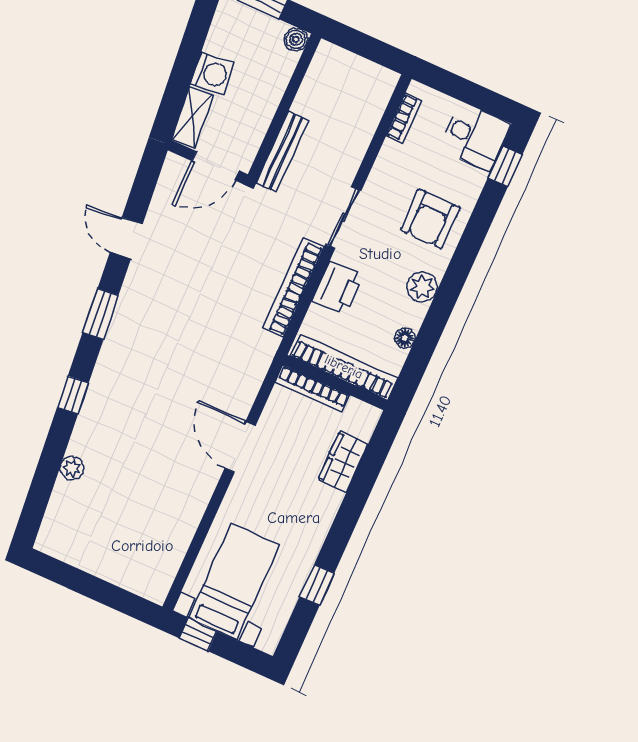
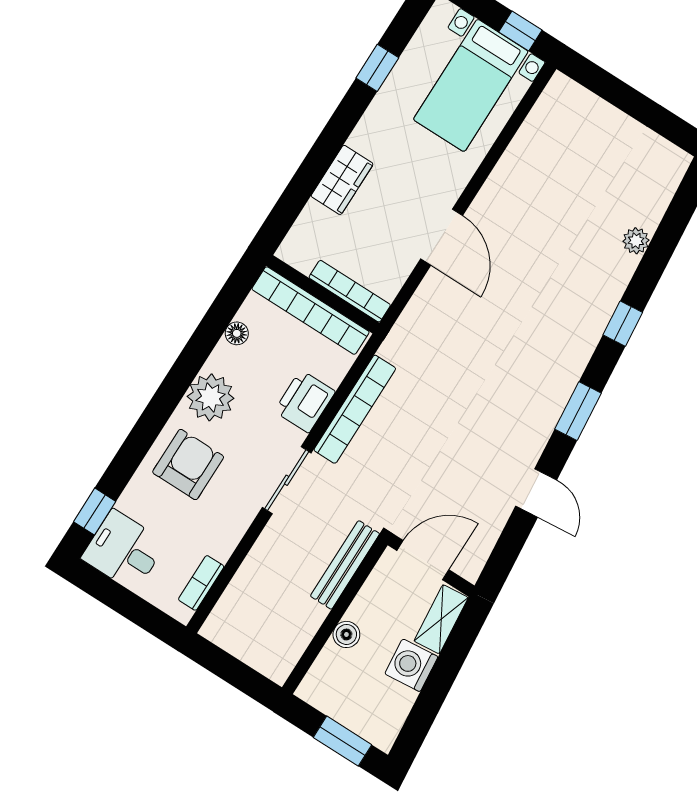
boiler: (296, 39) -> (346, 634), moved
plant: (422, 287) -> (211, 397), width x1.36, depth x1.36
wardrobe: (343, 462) -> (342, 180), moved

